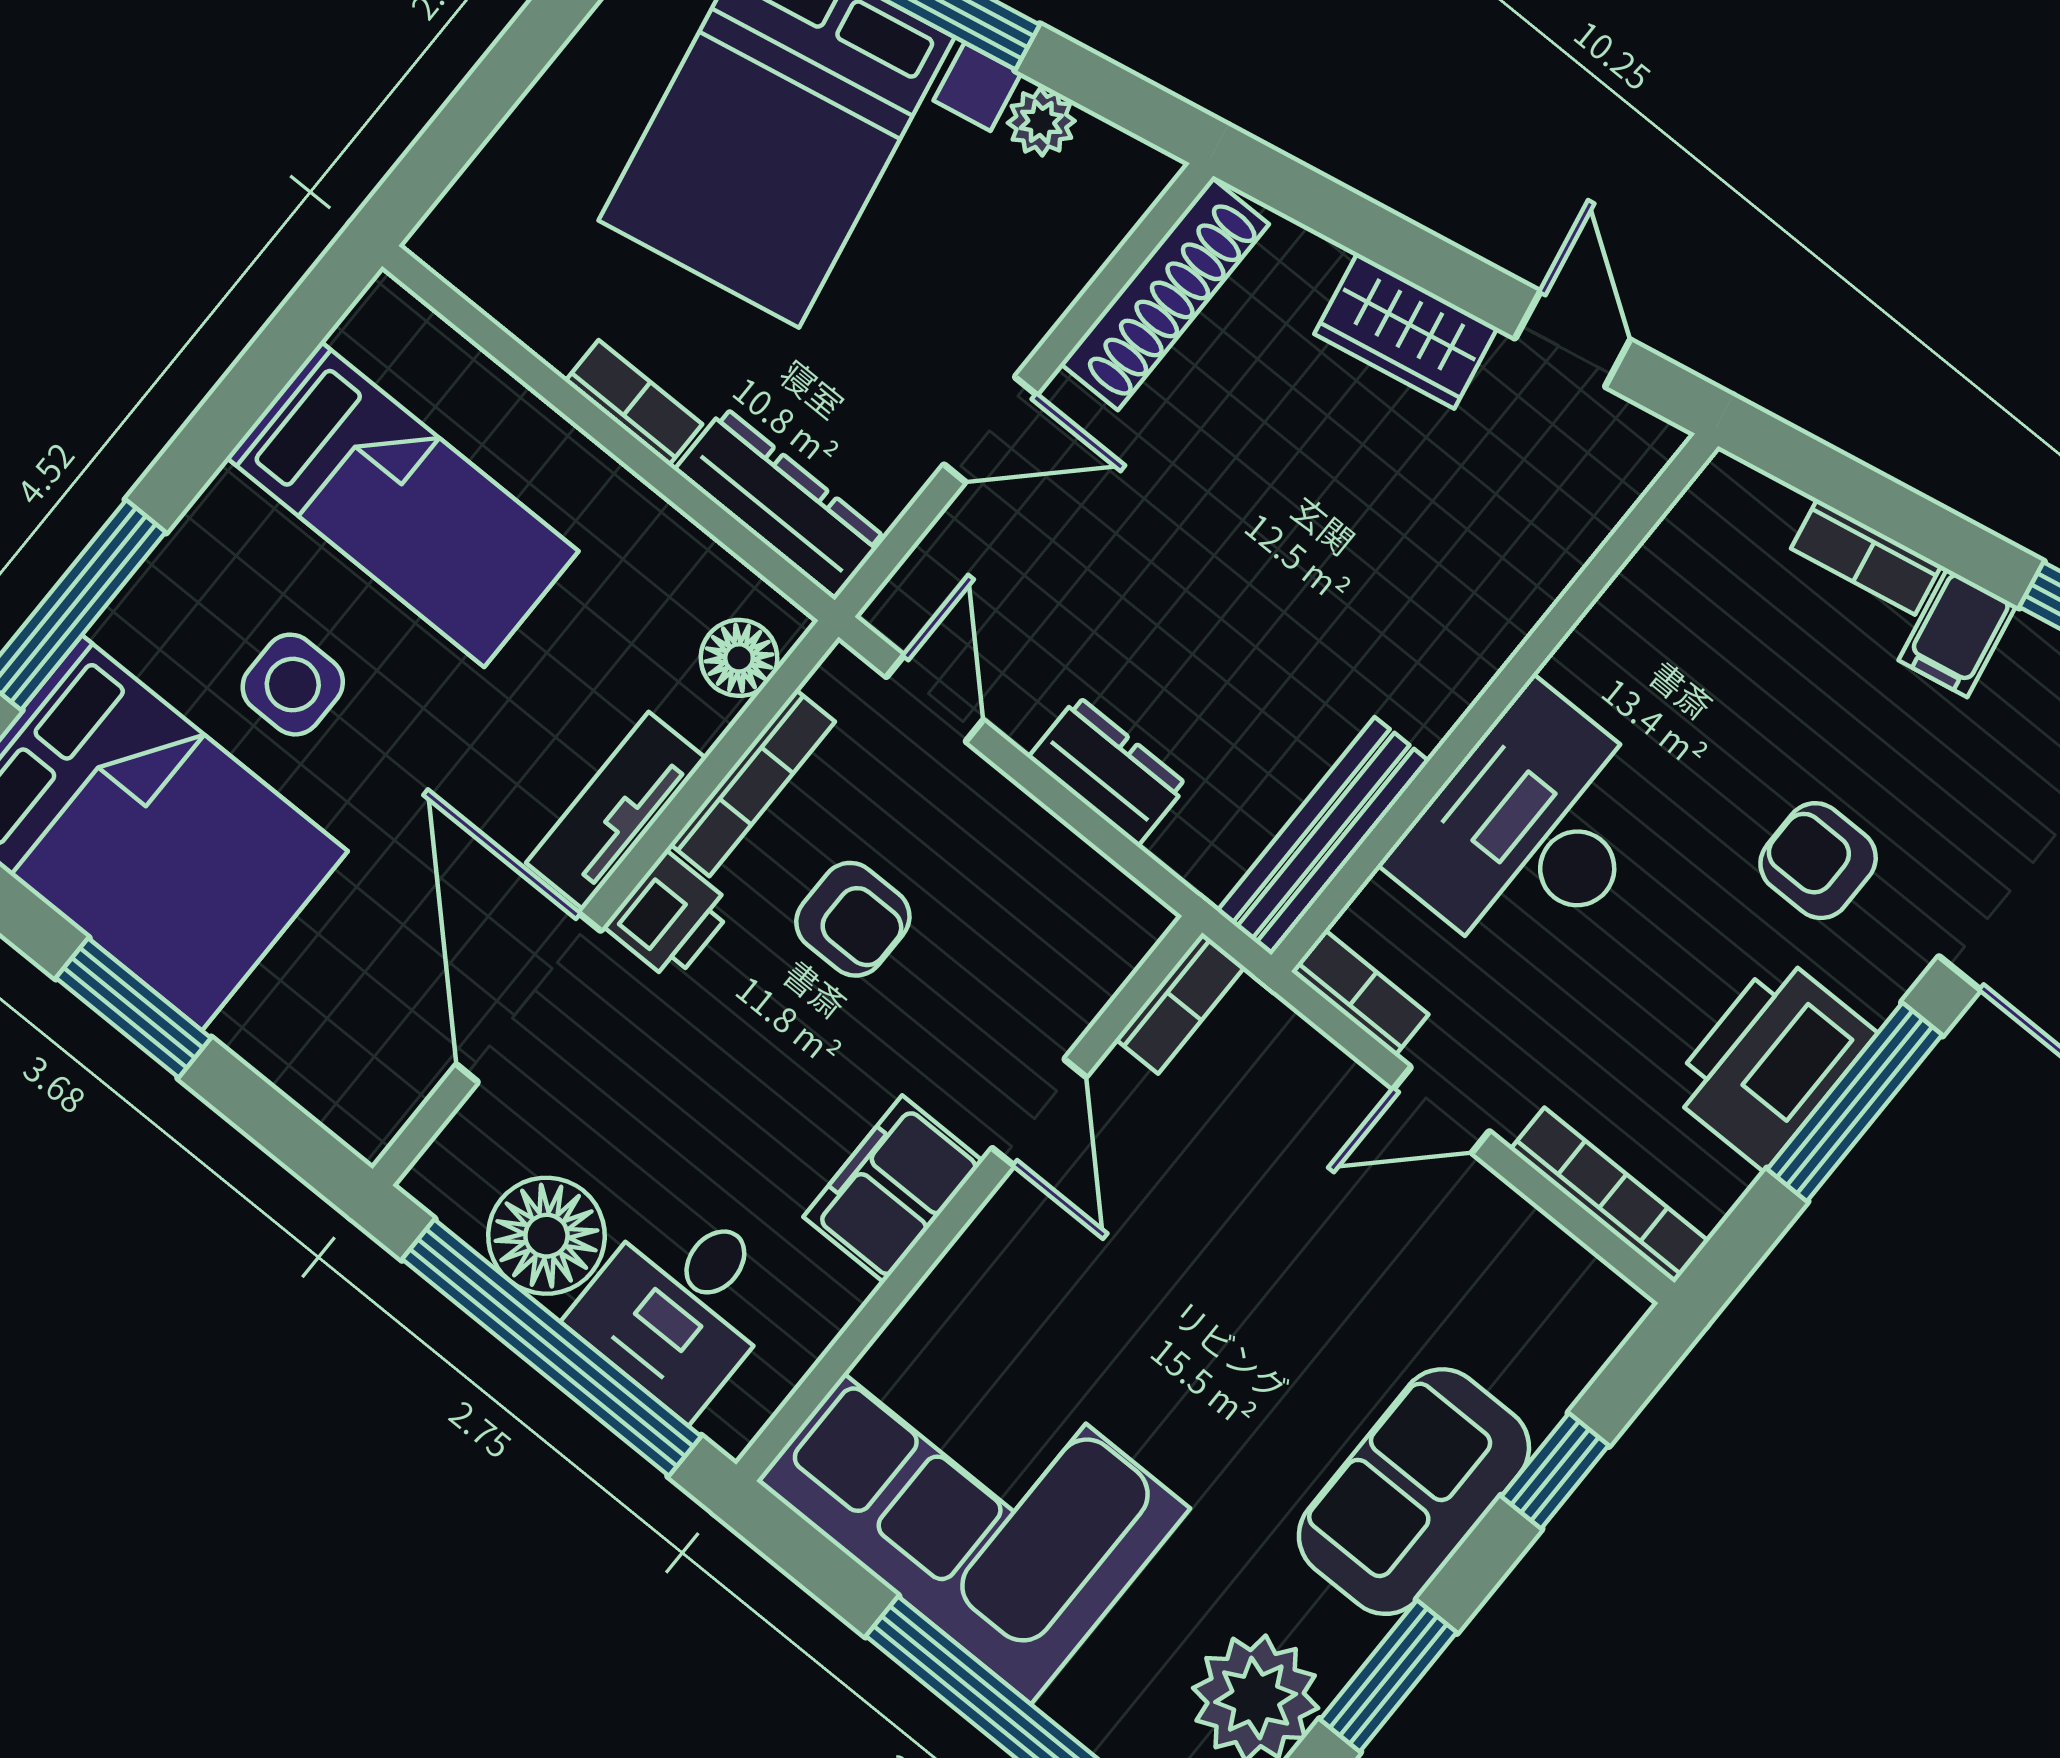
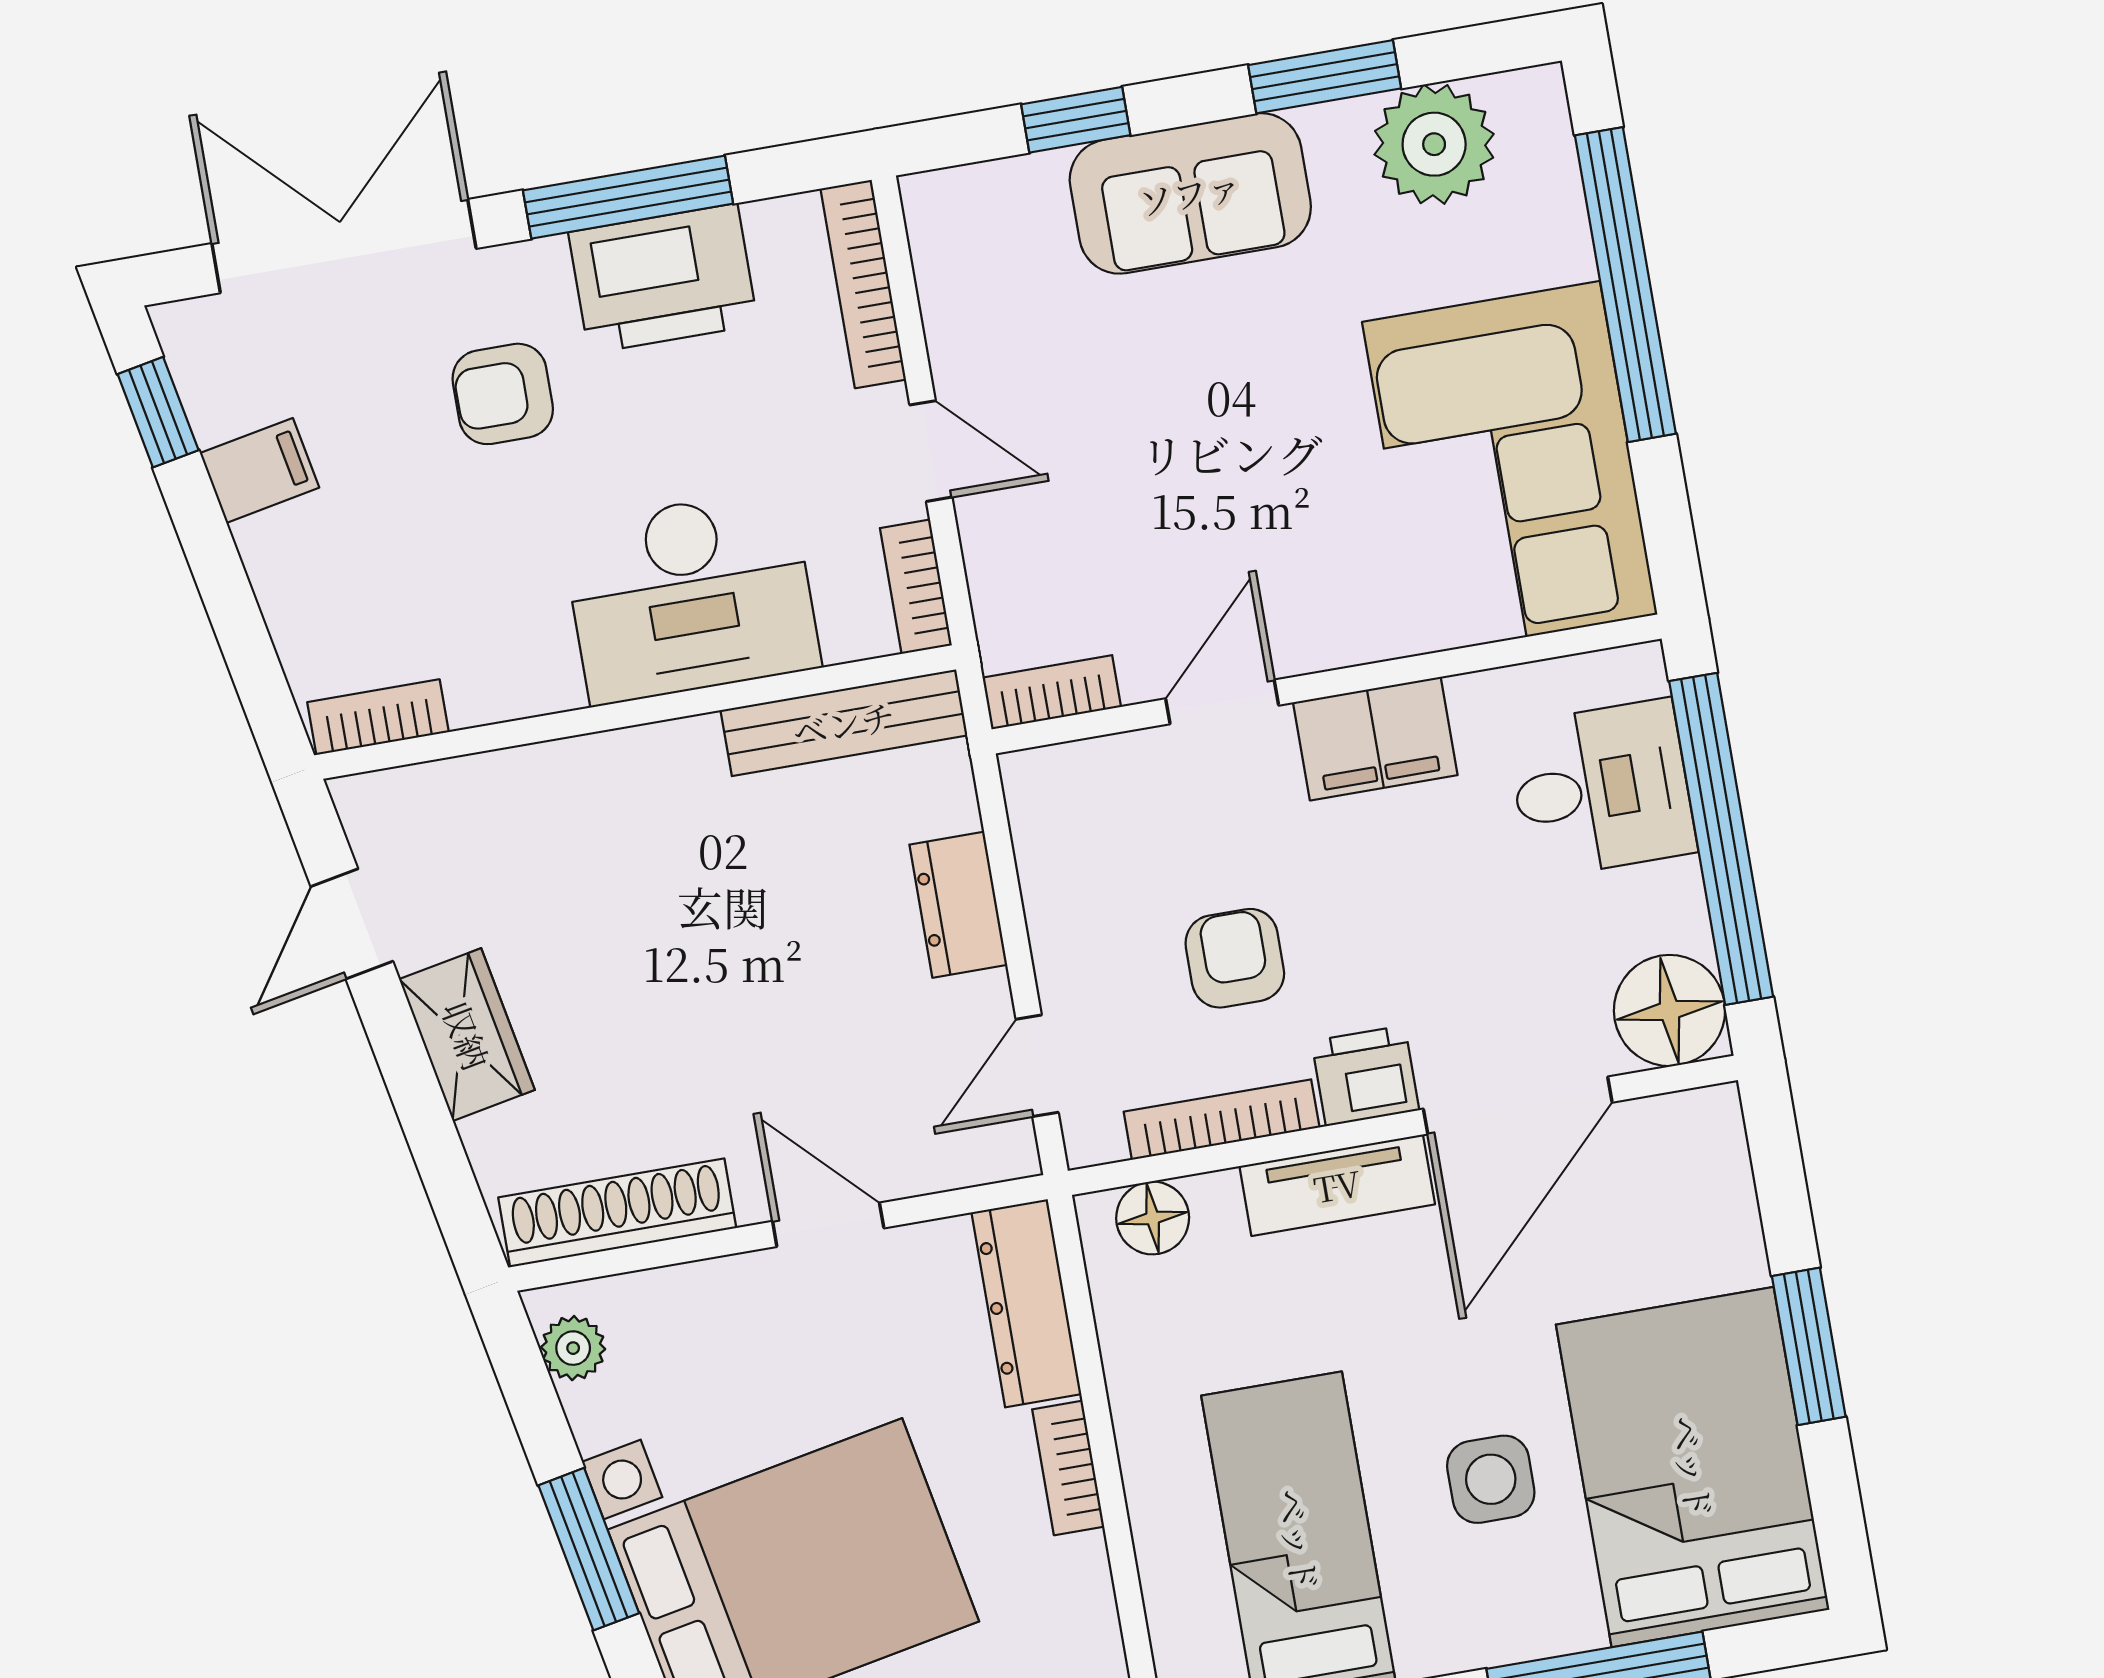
plant: (1041, 122) -> (573, 1348), moved
bookcase: (1866, 557) -> (378, 717), moved, turned -79
armchair: (1818, 861) -> (503, 394), turned 90
floor lamp: (546, 1236) -> (1669, 1010), moved

